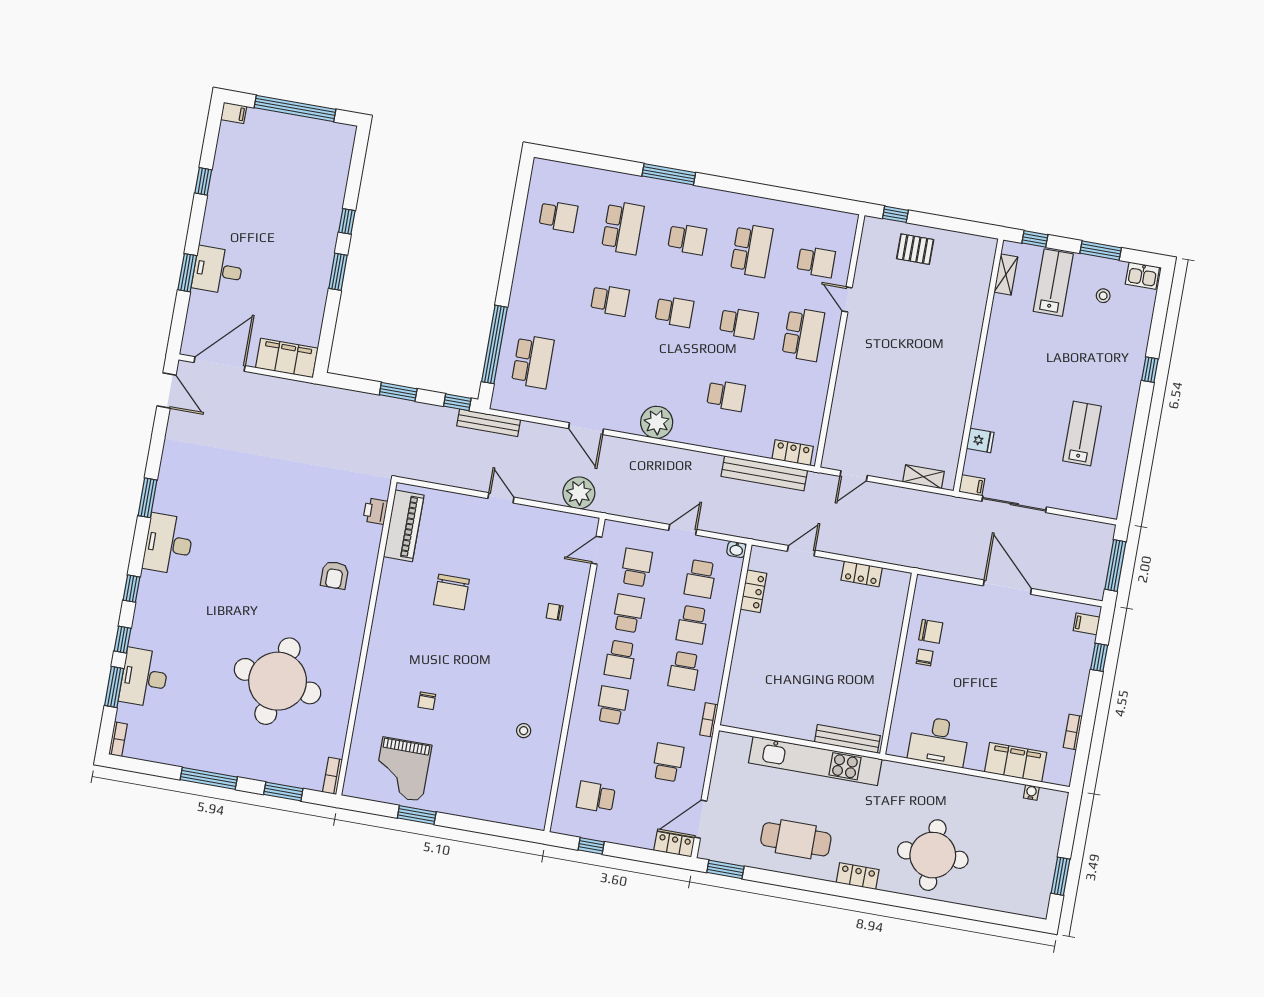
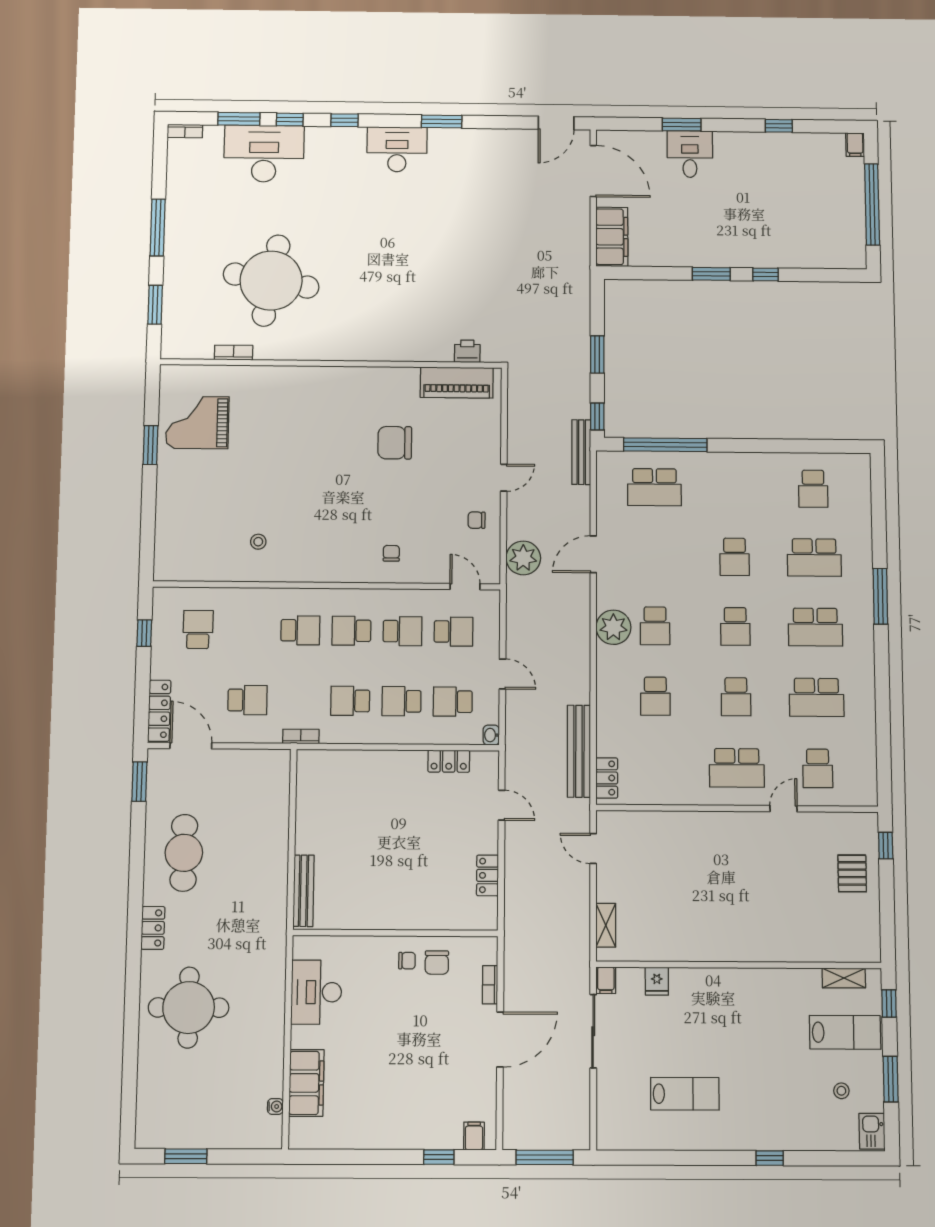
school desk: (687, 239) -> (815, 627), width x1.85
school desk: (662, 384) -> (655, 626), added
armchair: (335, 575) -> (393, 321), removed
desk: (144, 678) -> (264, 154), width x1.36, depth x1.30
chair: (427, 701) -> (477, 520), moved
bookcase: (1073, 732) -> (490, 985), moved, turned -90
kitchen unit: (815, 761) -> (273, 860), removed
bookcase: (332, 776) -> (234, 353), moved
locker: (674, 844) -> (159, 711), width x1.53

